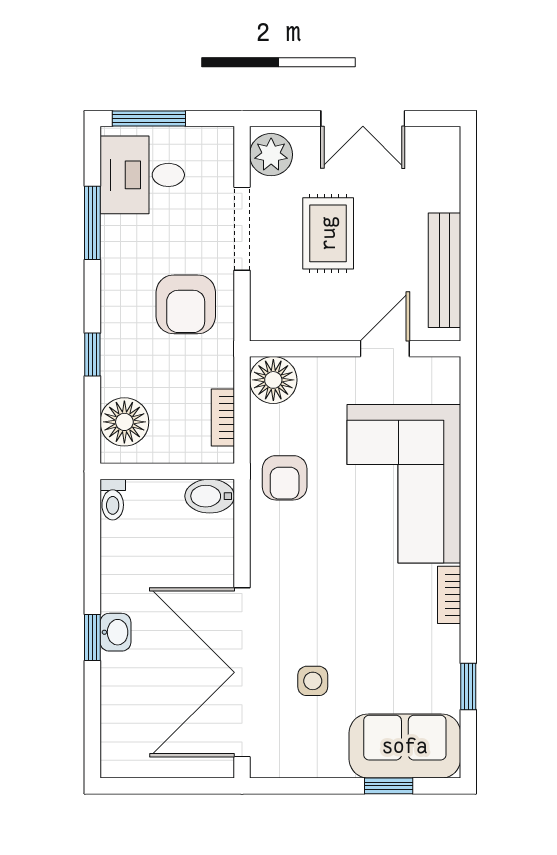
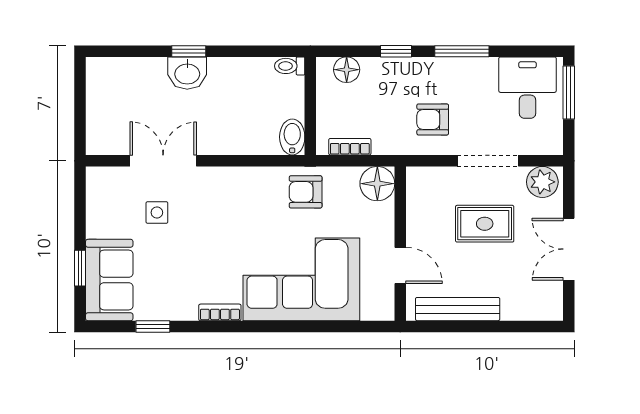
window: (92, 223) -> (462, 51), moved
armchair: (186, 304) -> (433, 119), width x0.72, depth x0.72
floor lamp: (124, 422) -> (347, 70), width x0.73, depth x0.73
washbasin: (115, 632) -> (187, 73), width x1.38, depth x1.45
double door: (242, 672) -> (163, 161), width x0.54

